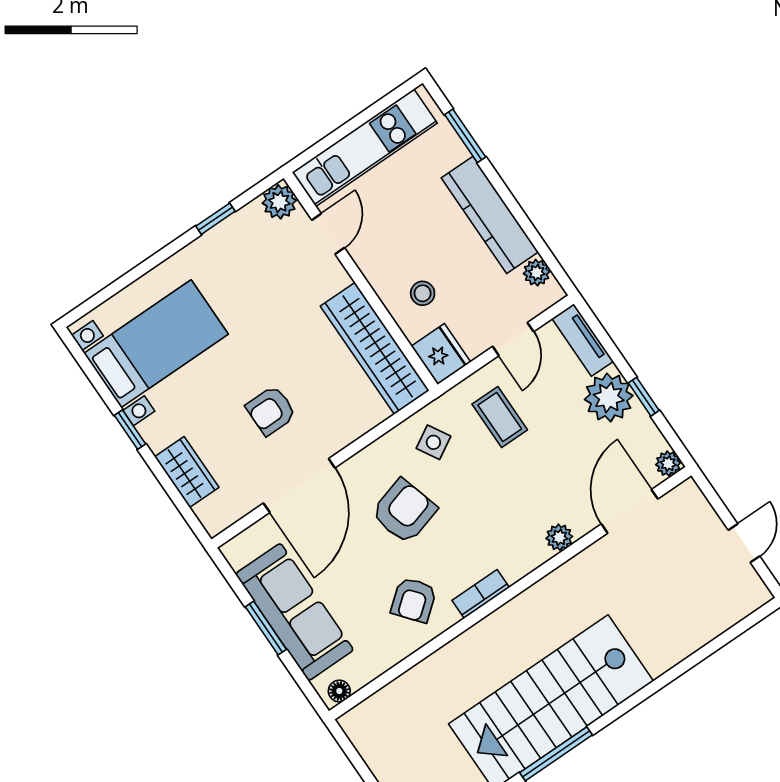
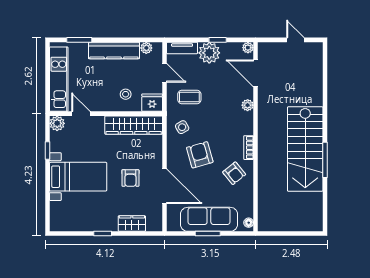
bed with nightstands: (156, 344) -> (78, 177), moved, turned 90

